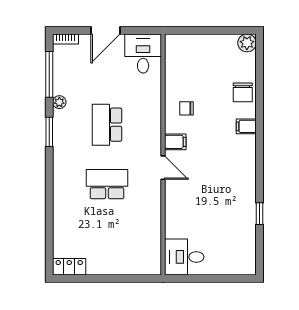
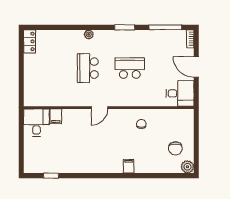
chair: (243, 92) -> (175, 148), moved, turned -90
plant: (59, 102) -> (89, 34), moved
filing cabinet: (175, 142) -> (56, 116), moved
school desk: (107, 184) -> (88, 68), turned 180
window: (260, 214) -> (51, 176), moved

